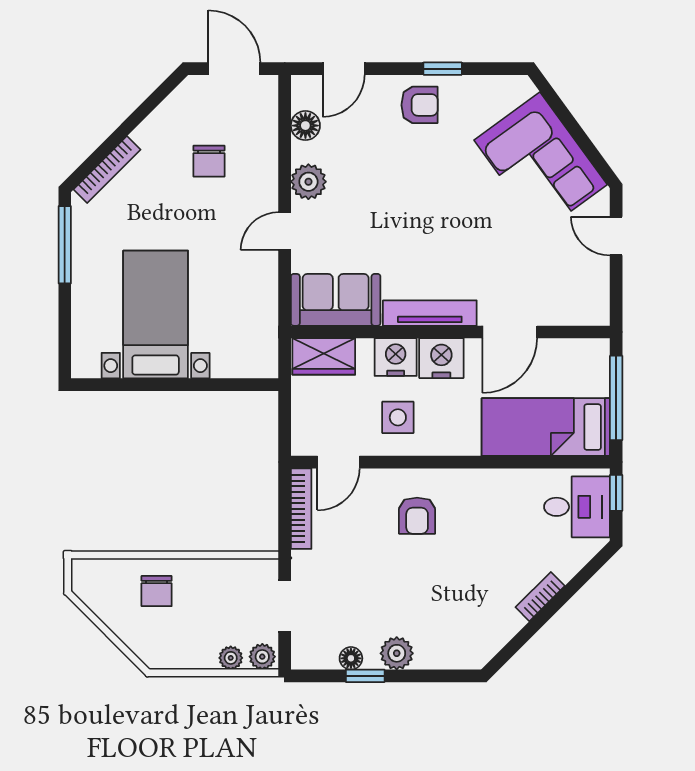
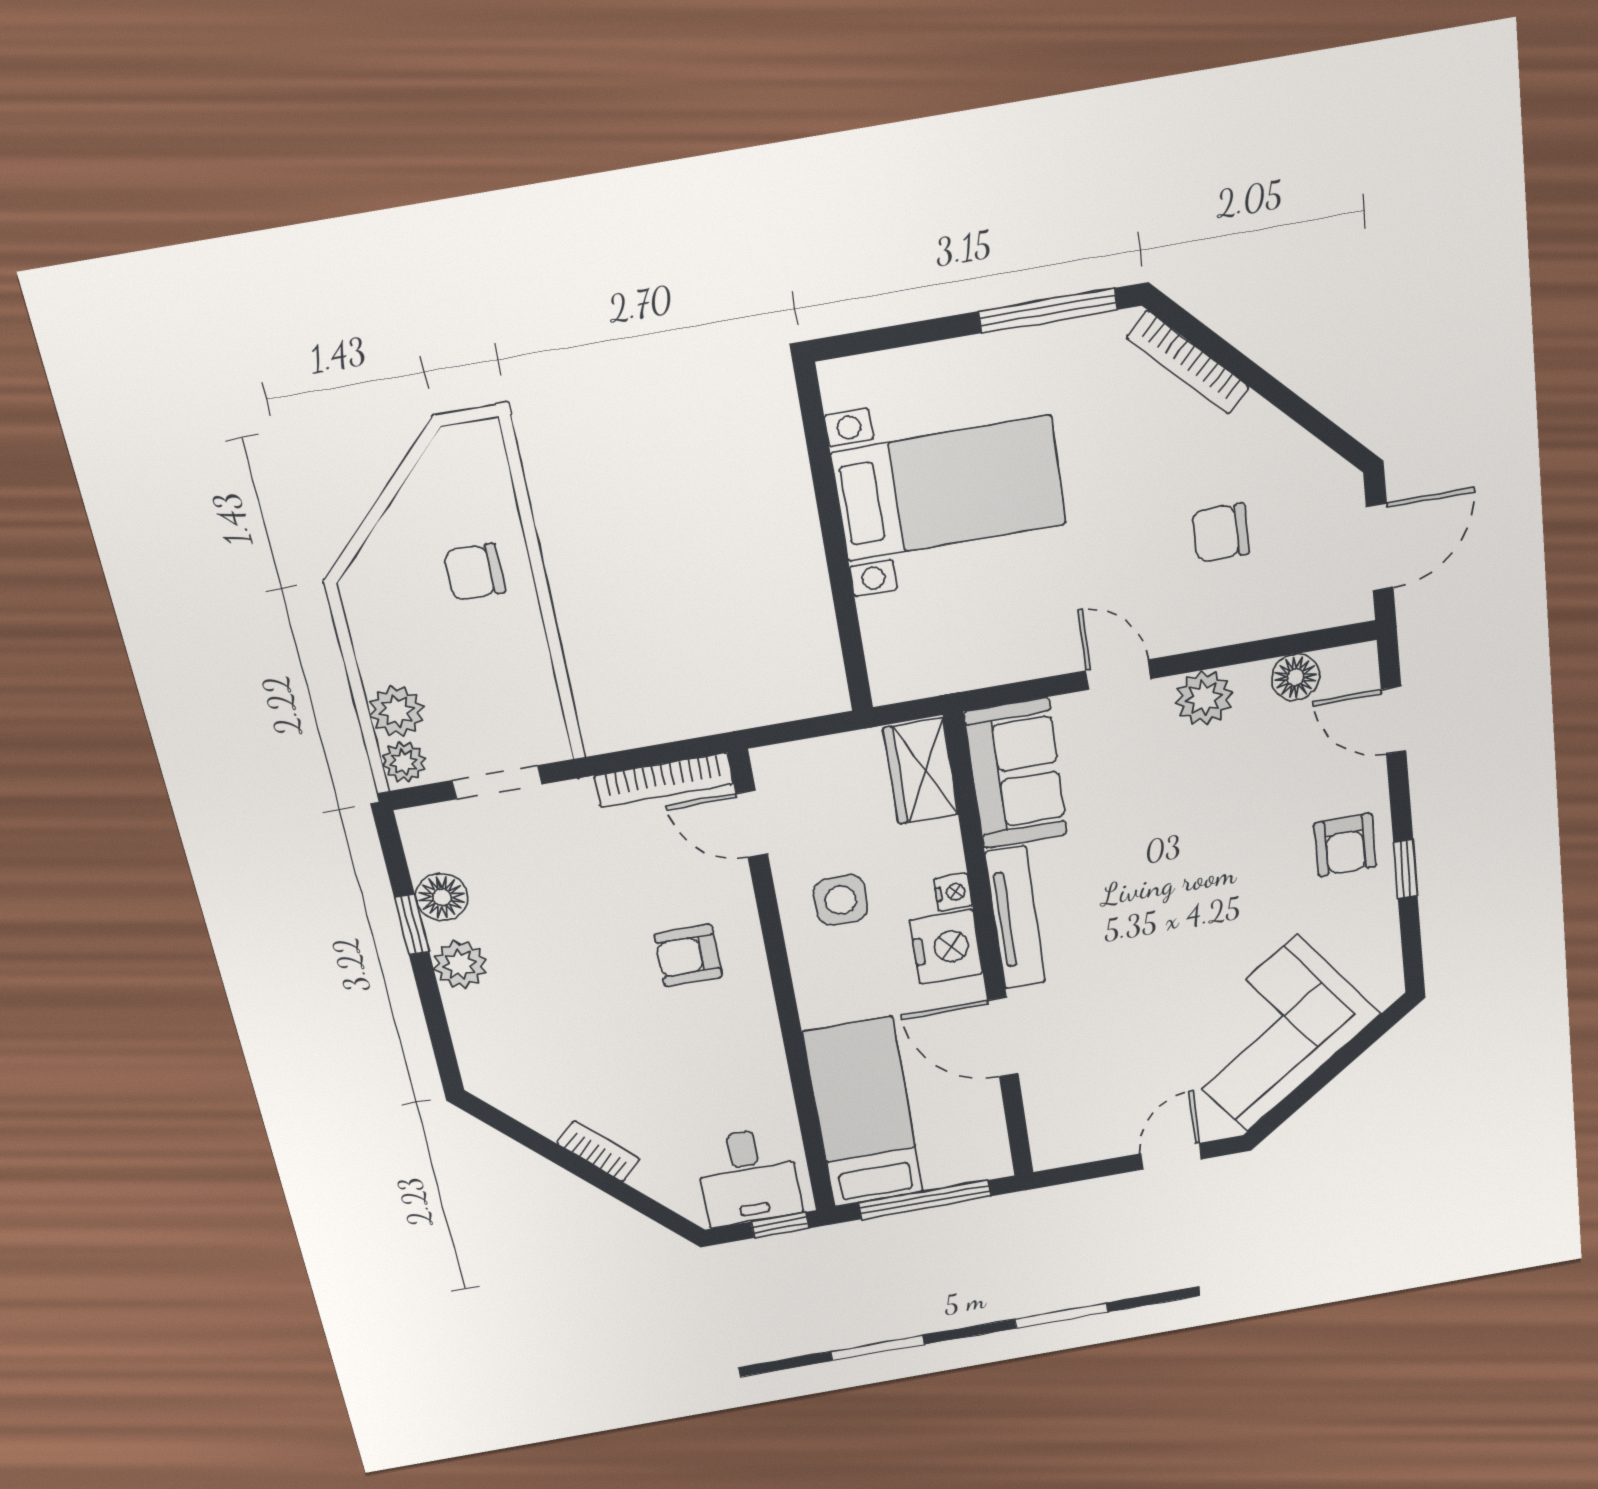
nightstand: (396, 357) -> (953, 892), width x0.53, depth x0.56
plant: (231, 658) -> (397, 711), width x1.38, depth x1.38
floor lamp: (351, 658) -> (442, 897), width x1.37, depth x1.37

